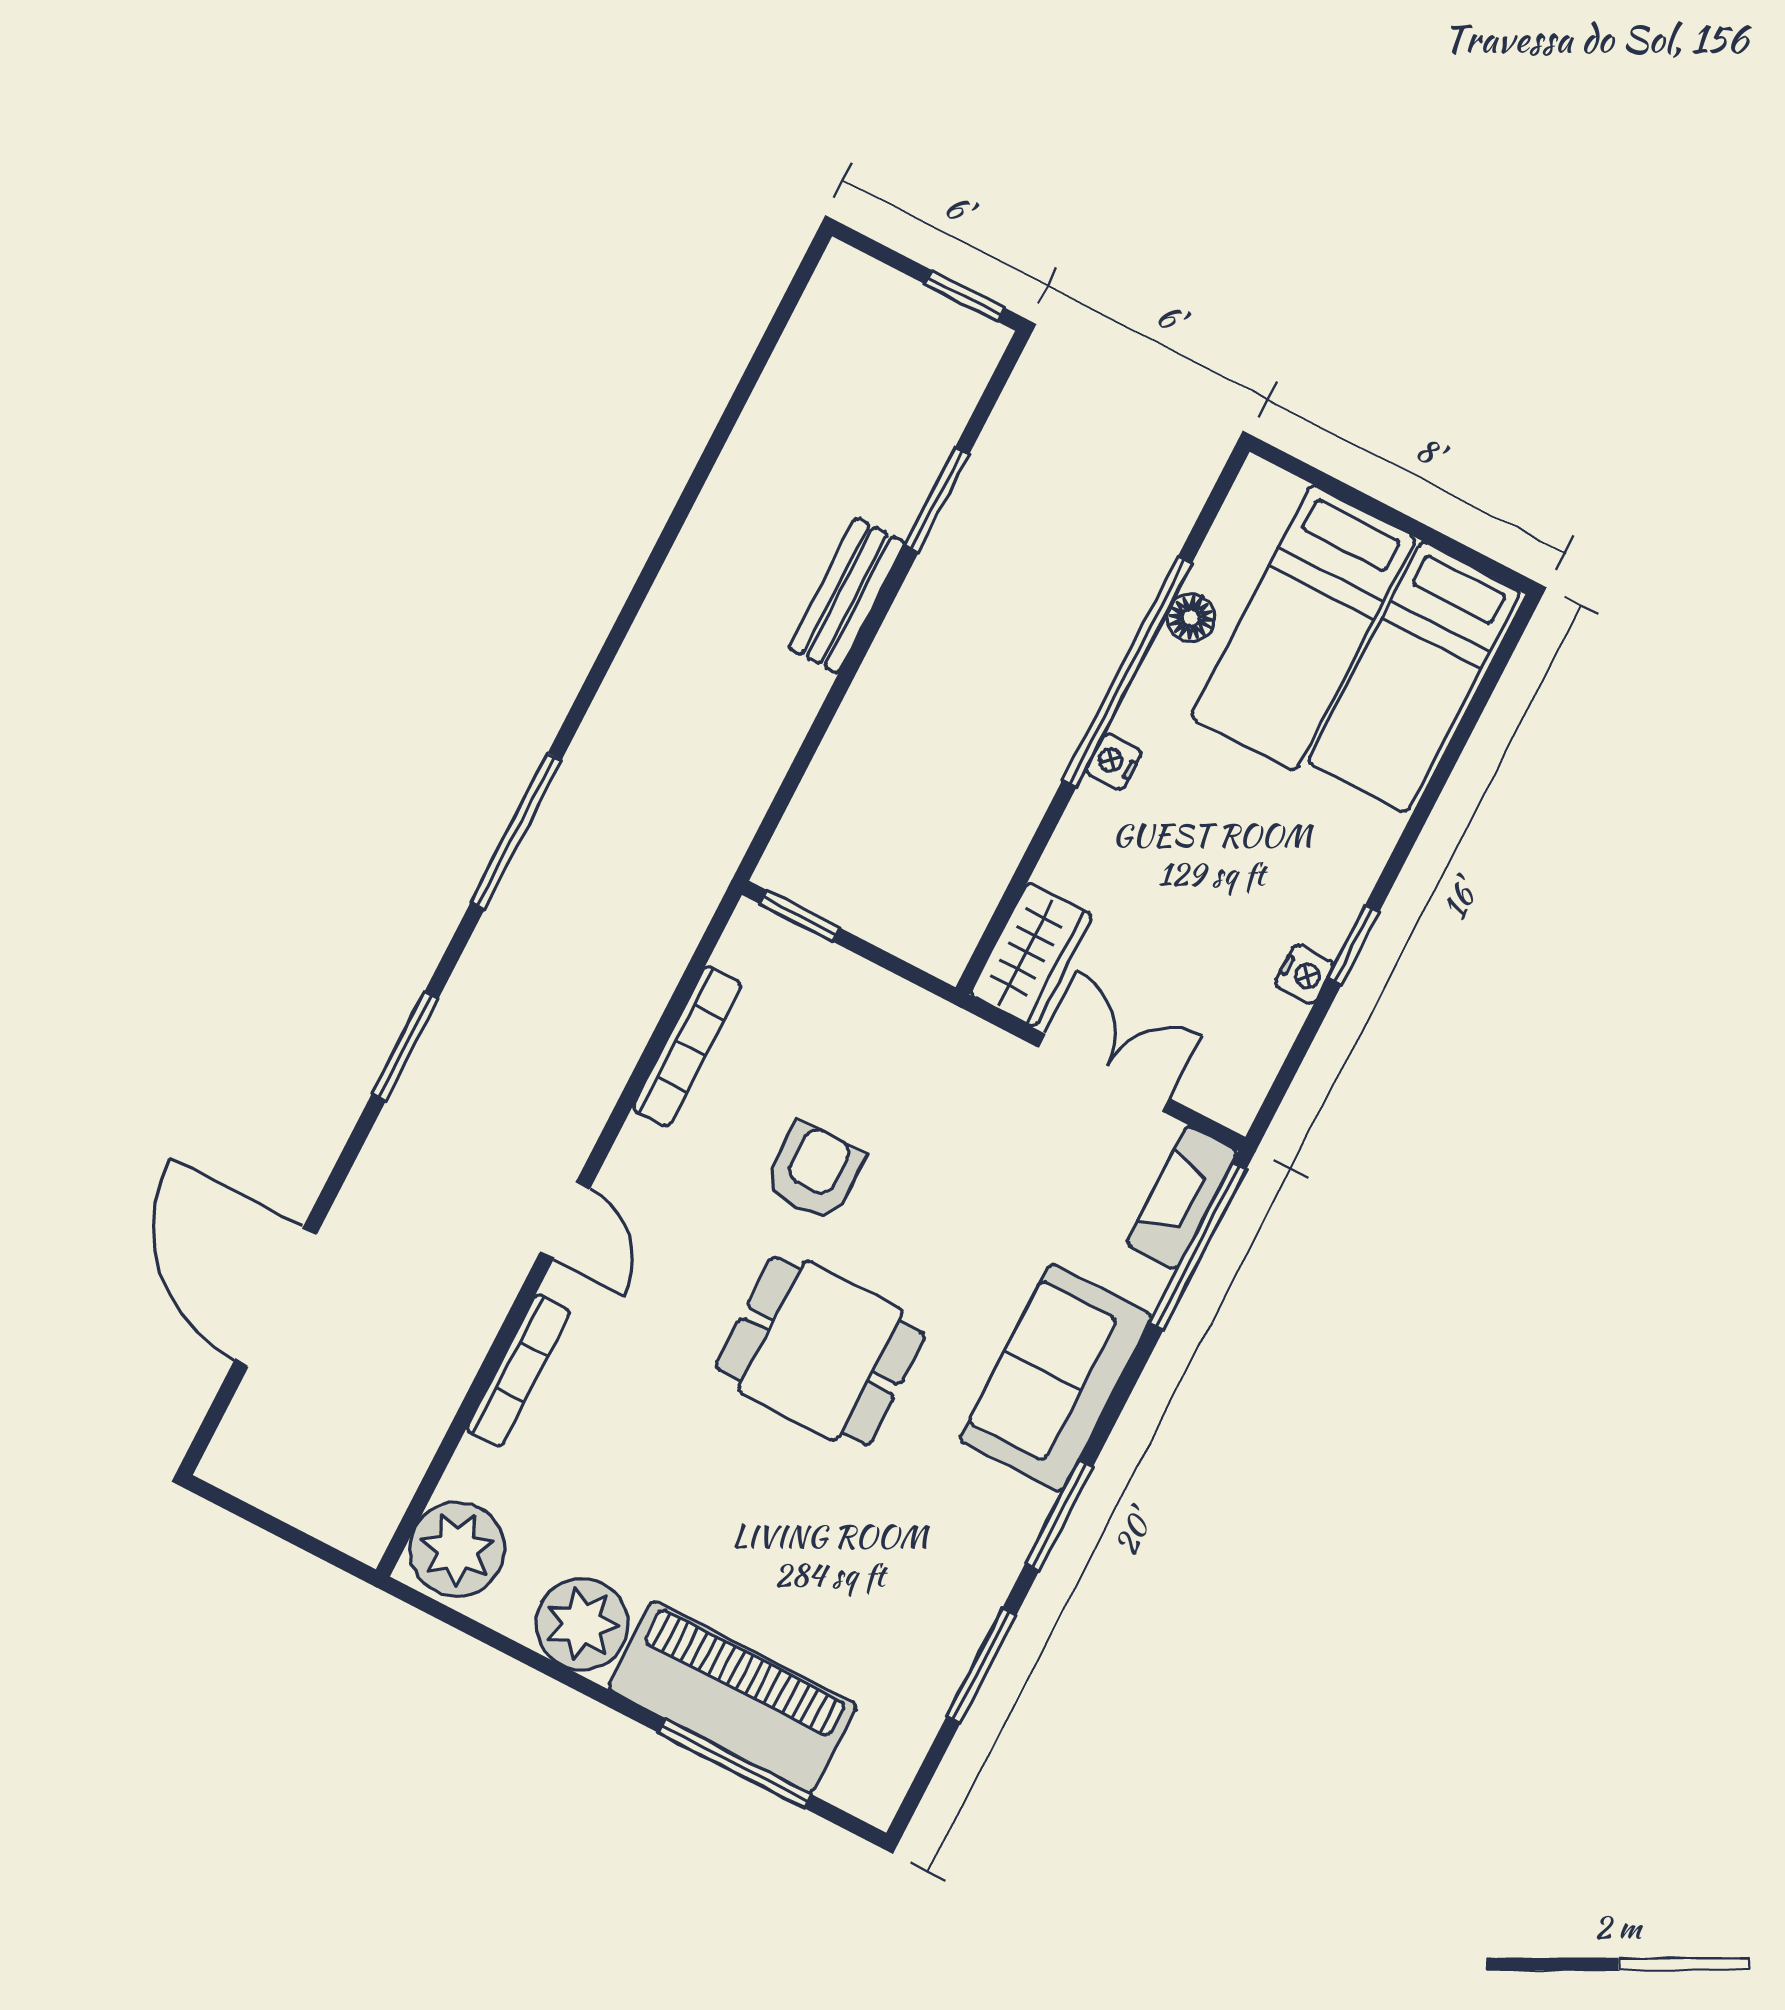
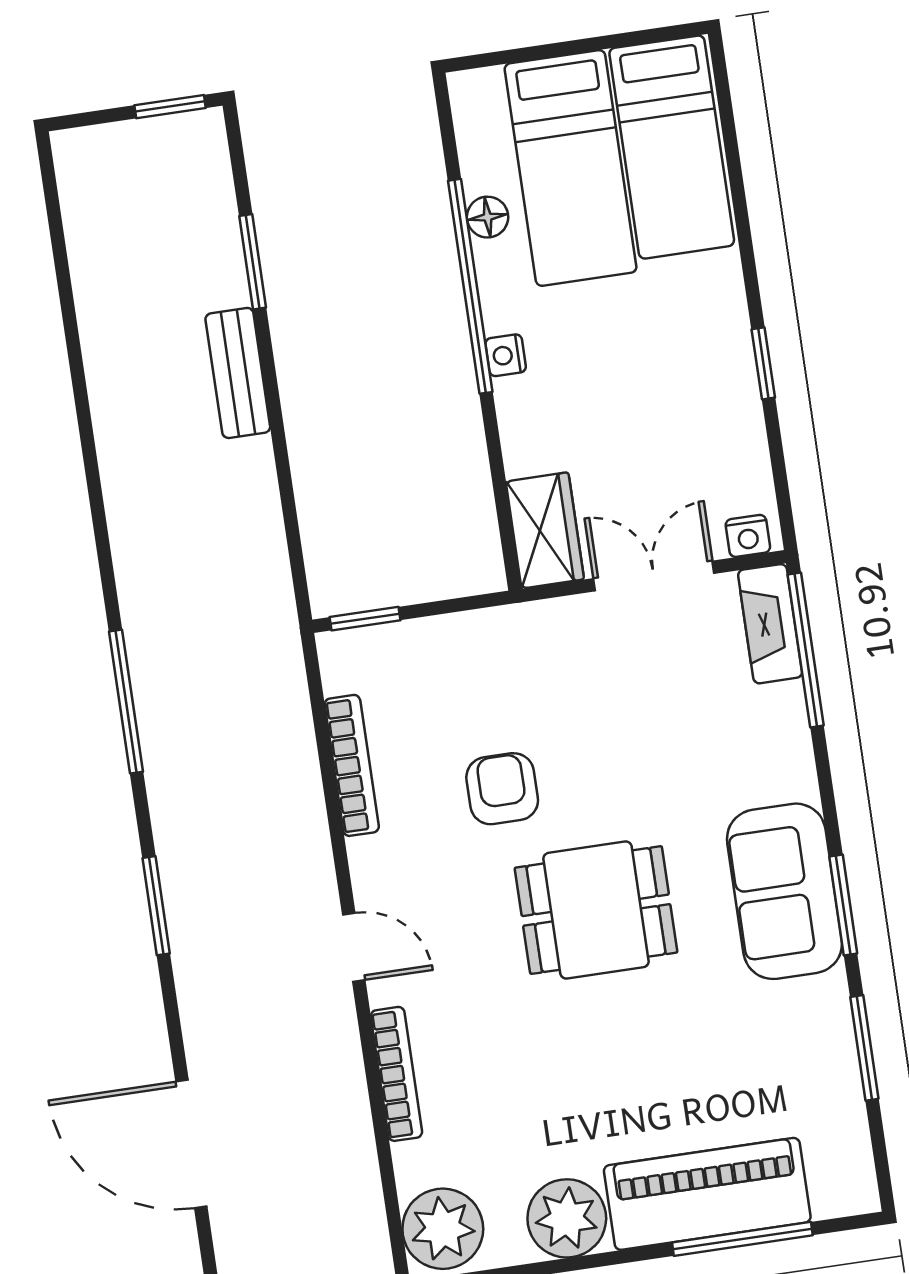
nightstand: (1304, 974) -> (748, 536), moved, turned 90
sofa: (1056, 1378) -> (784, 891), moved

